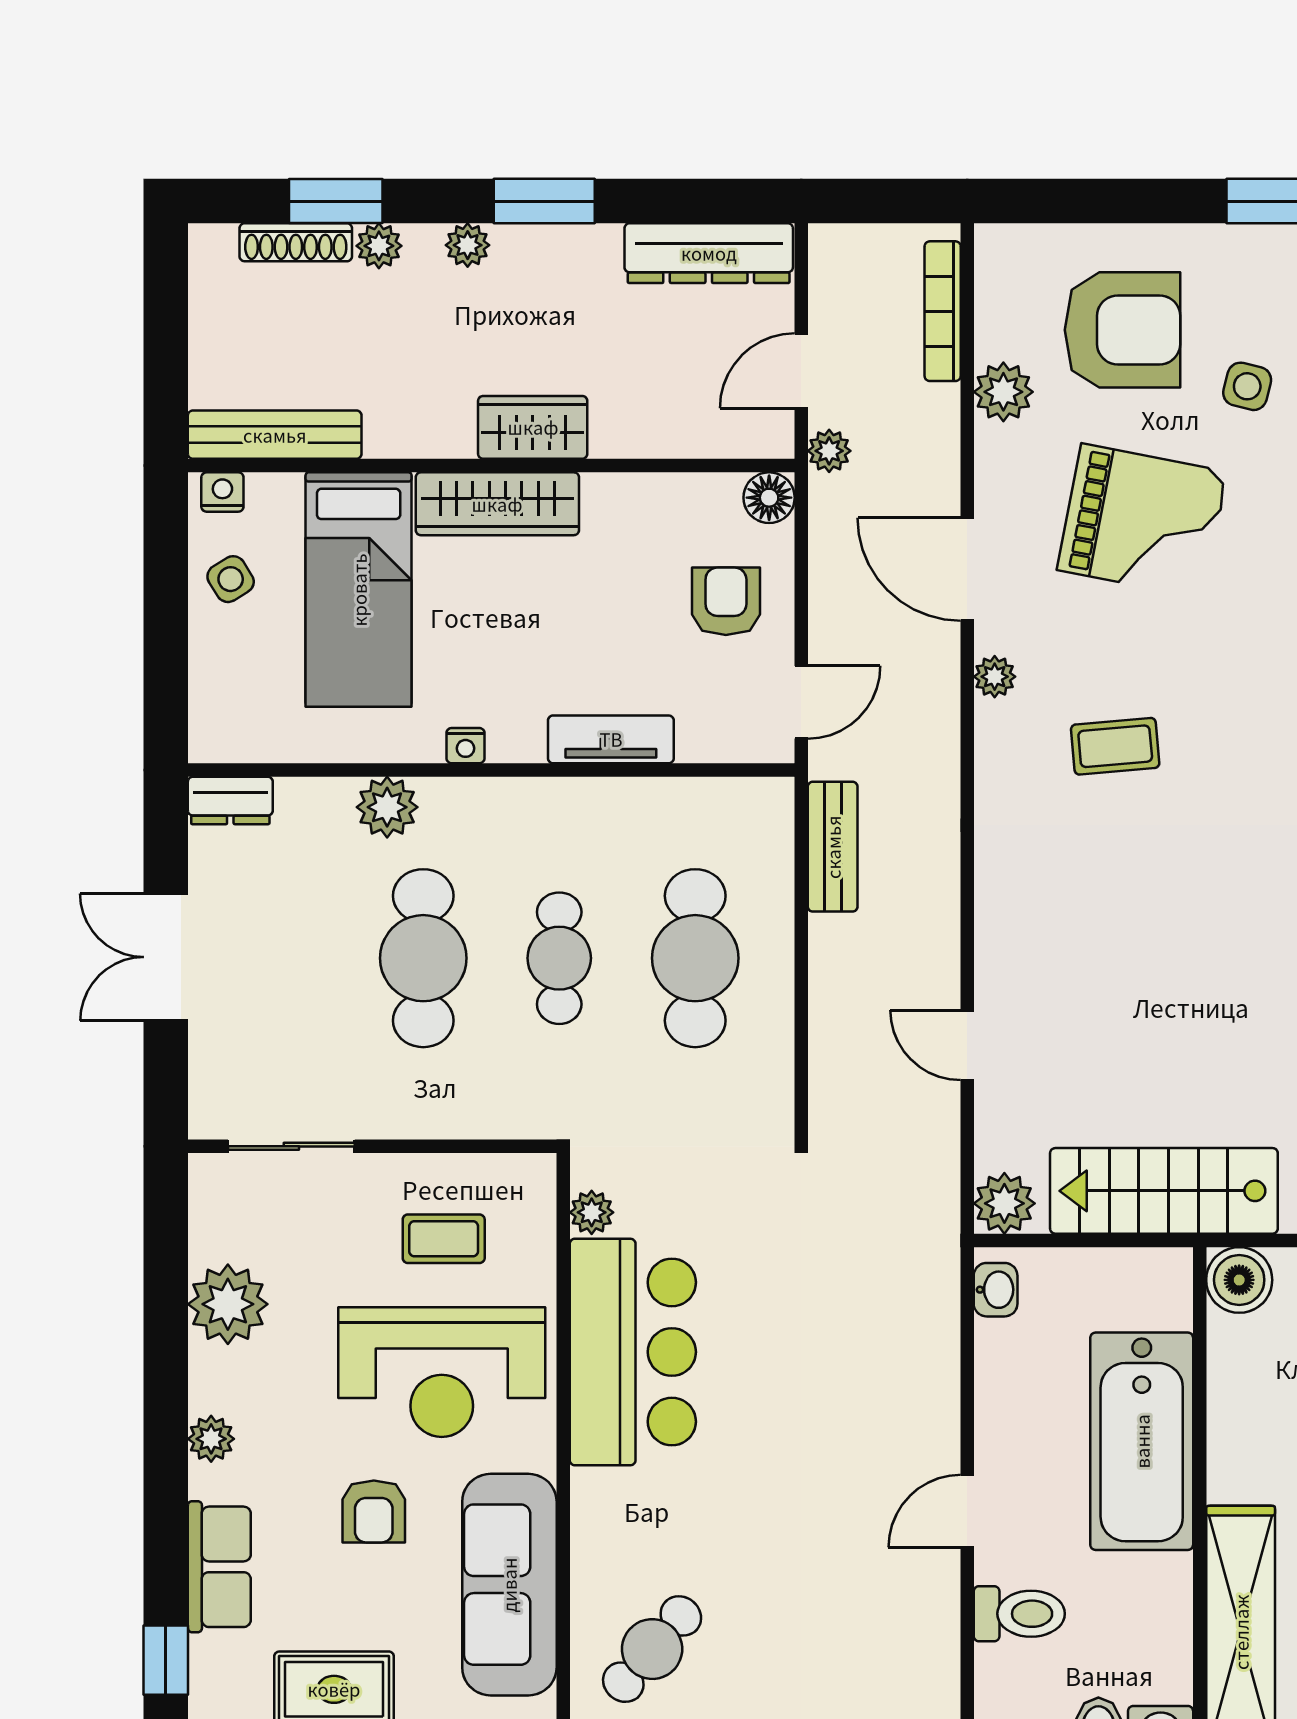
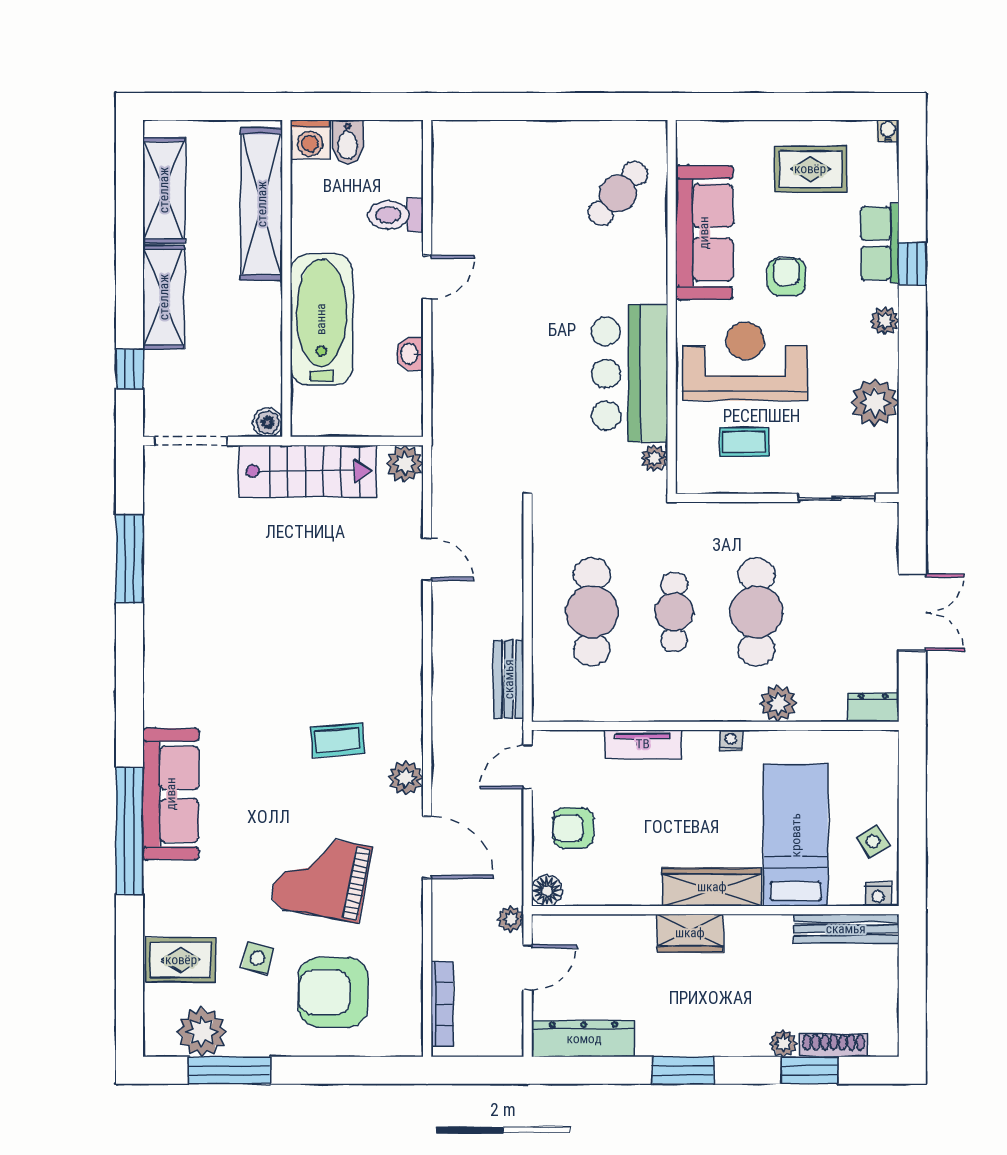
plant: (468, 245) -> (730, 1044), removed
plant: (1003, 392) -> (405, 955), removed
armchair: (726, 601) -> (573, 828), turned 90
plant: (995, 677) -> (406, 778), width x1.38, depth x1.38
boiler: (1239, 1280) -> (268, 422), width x0.73, depth x0.73
washbasin: (996, 1290) -> (410, 354), moved
window: (166, 1660) -> (912, 264), moved

